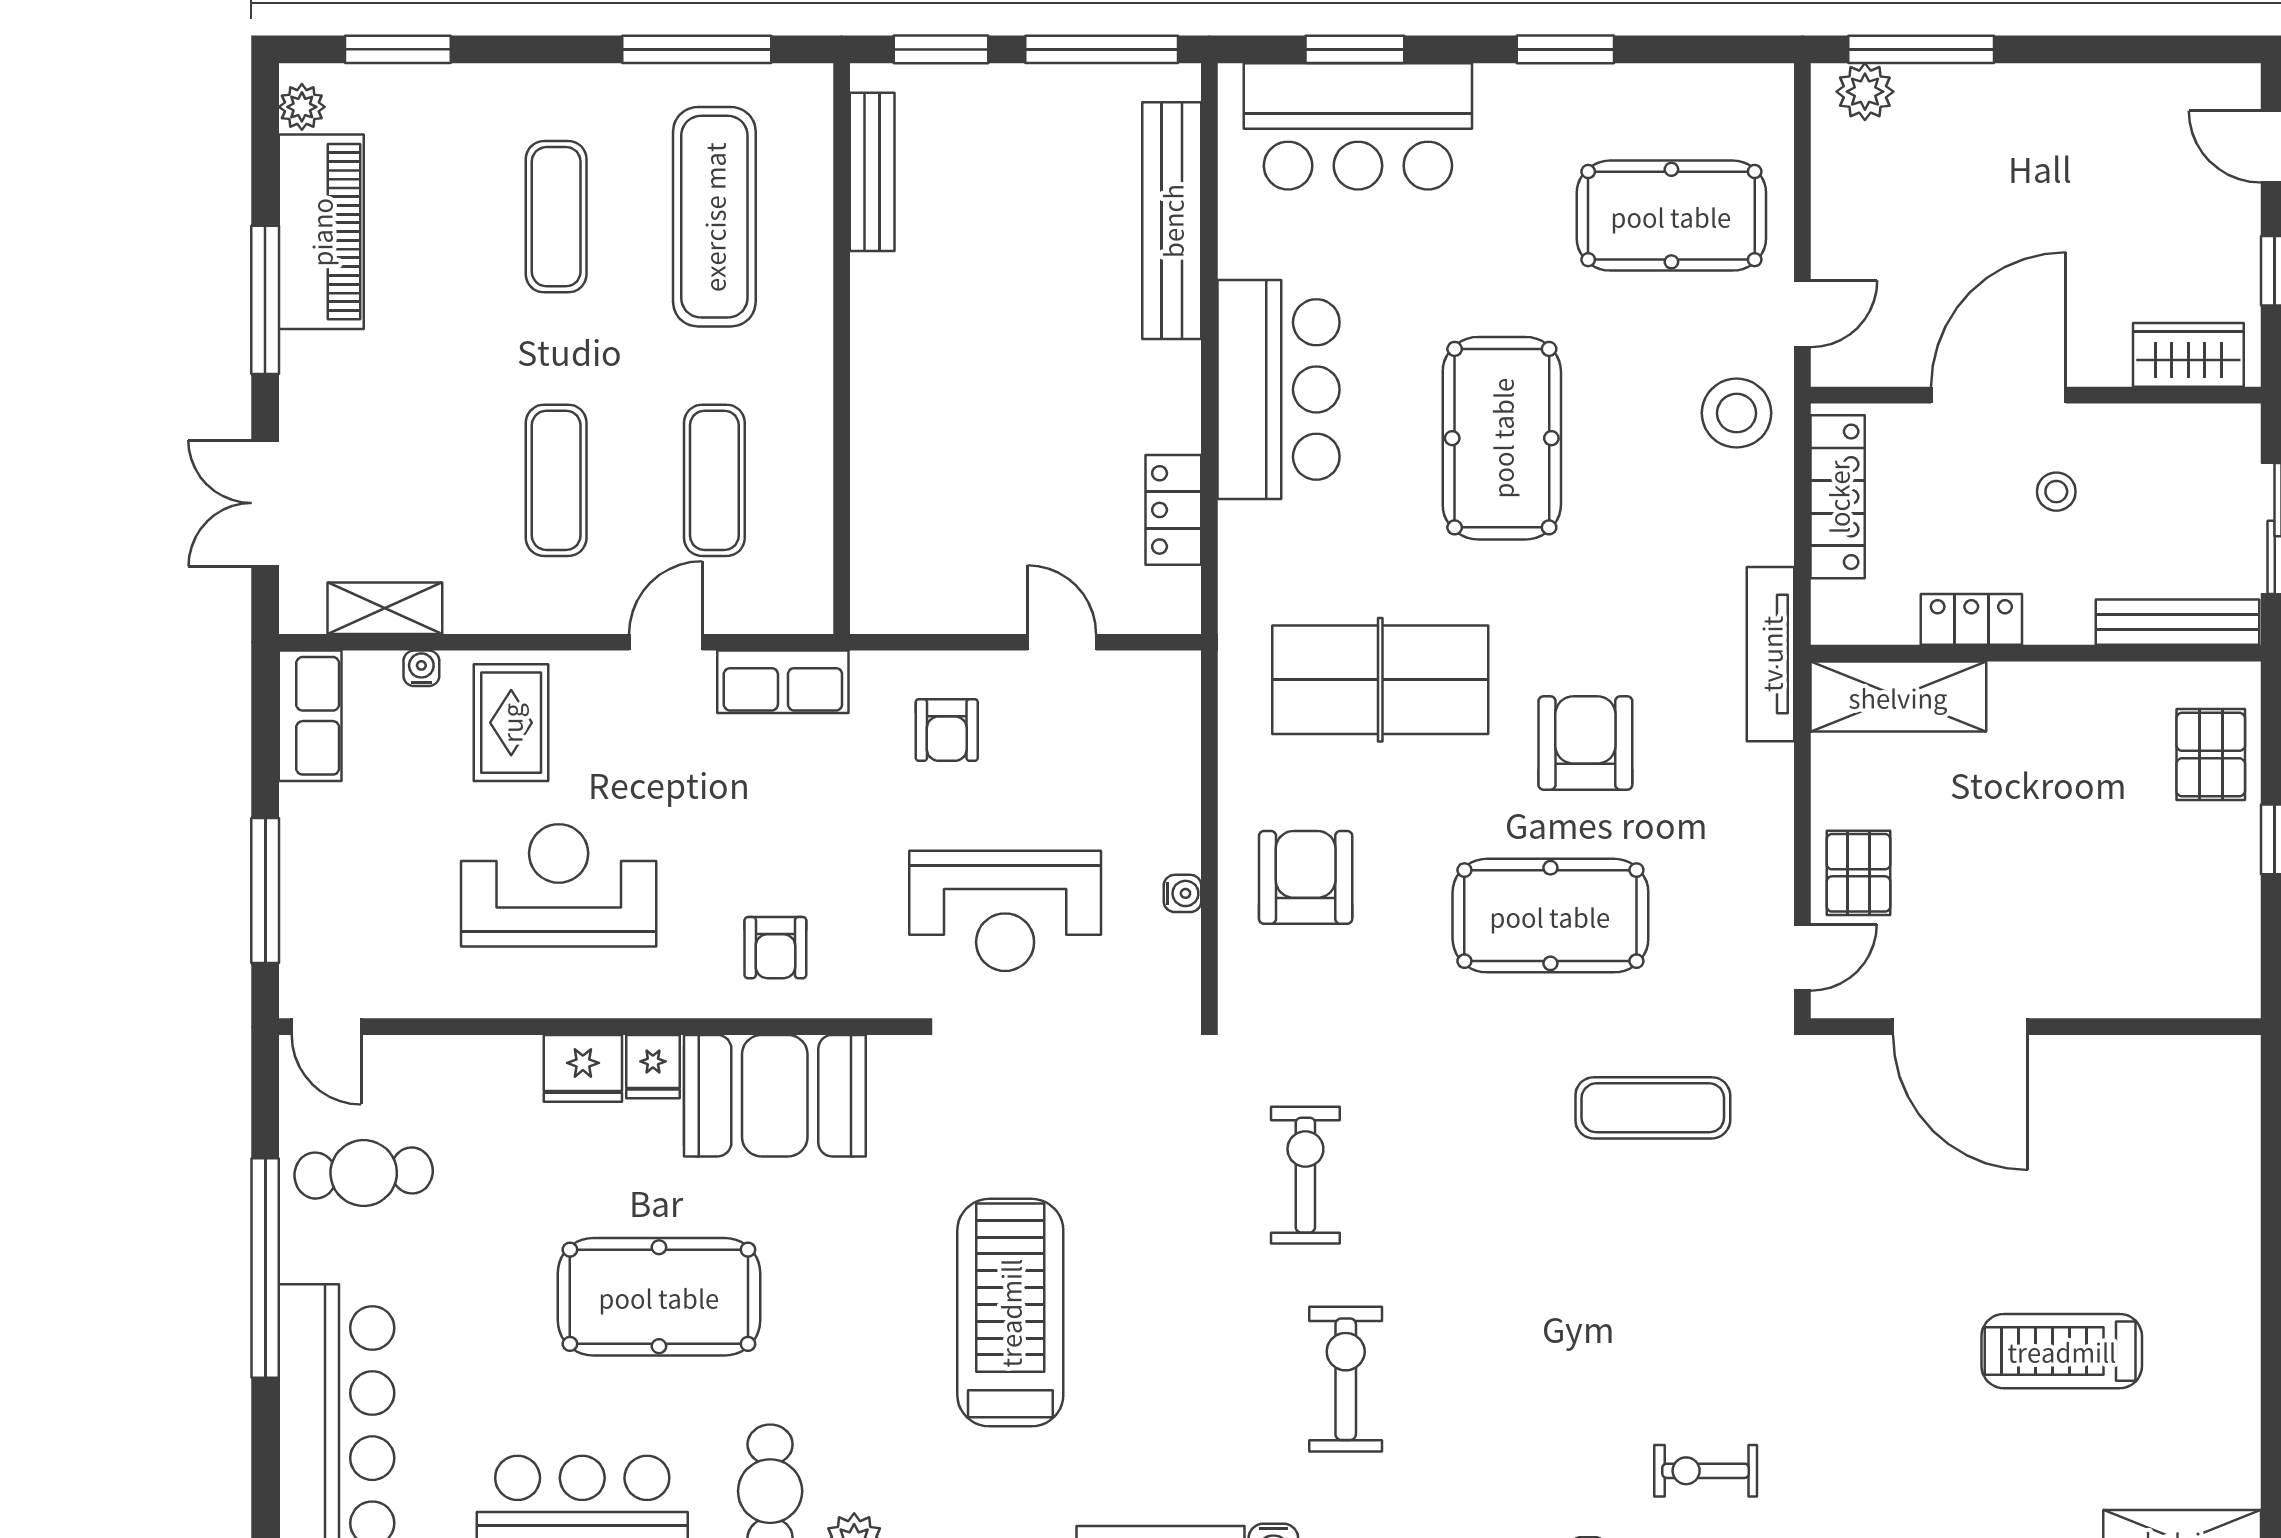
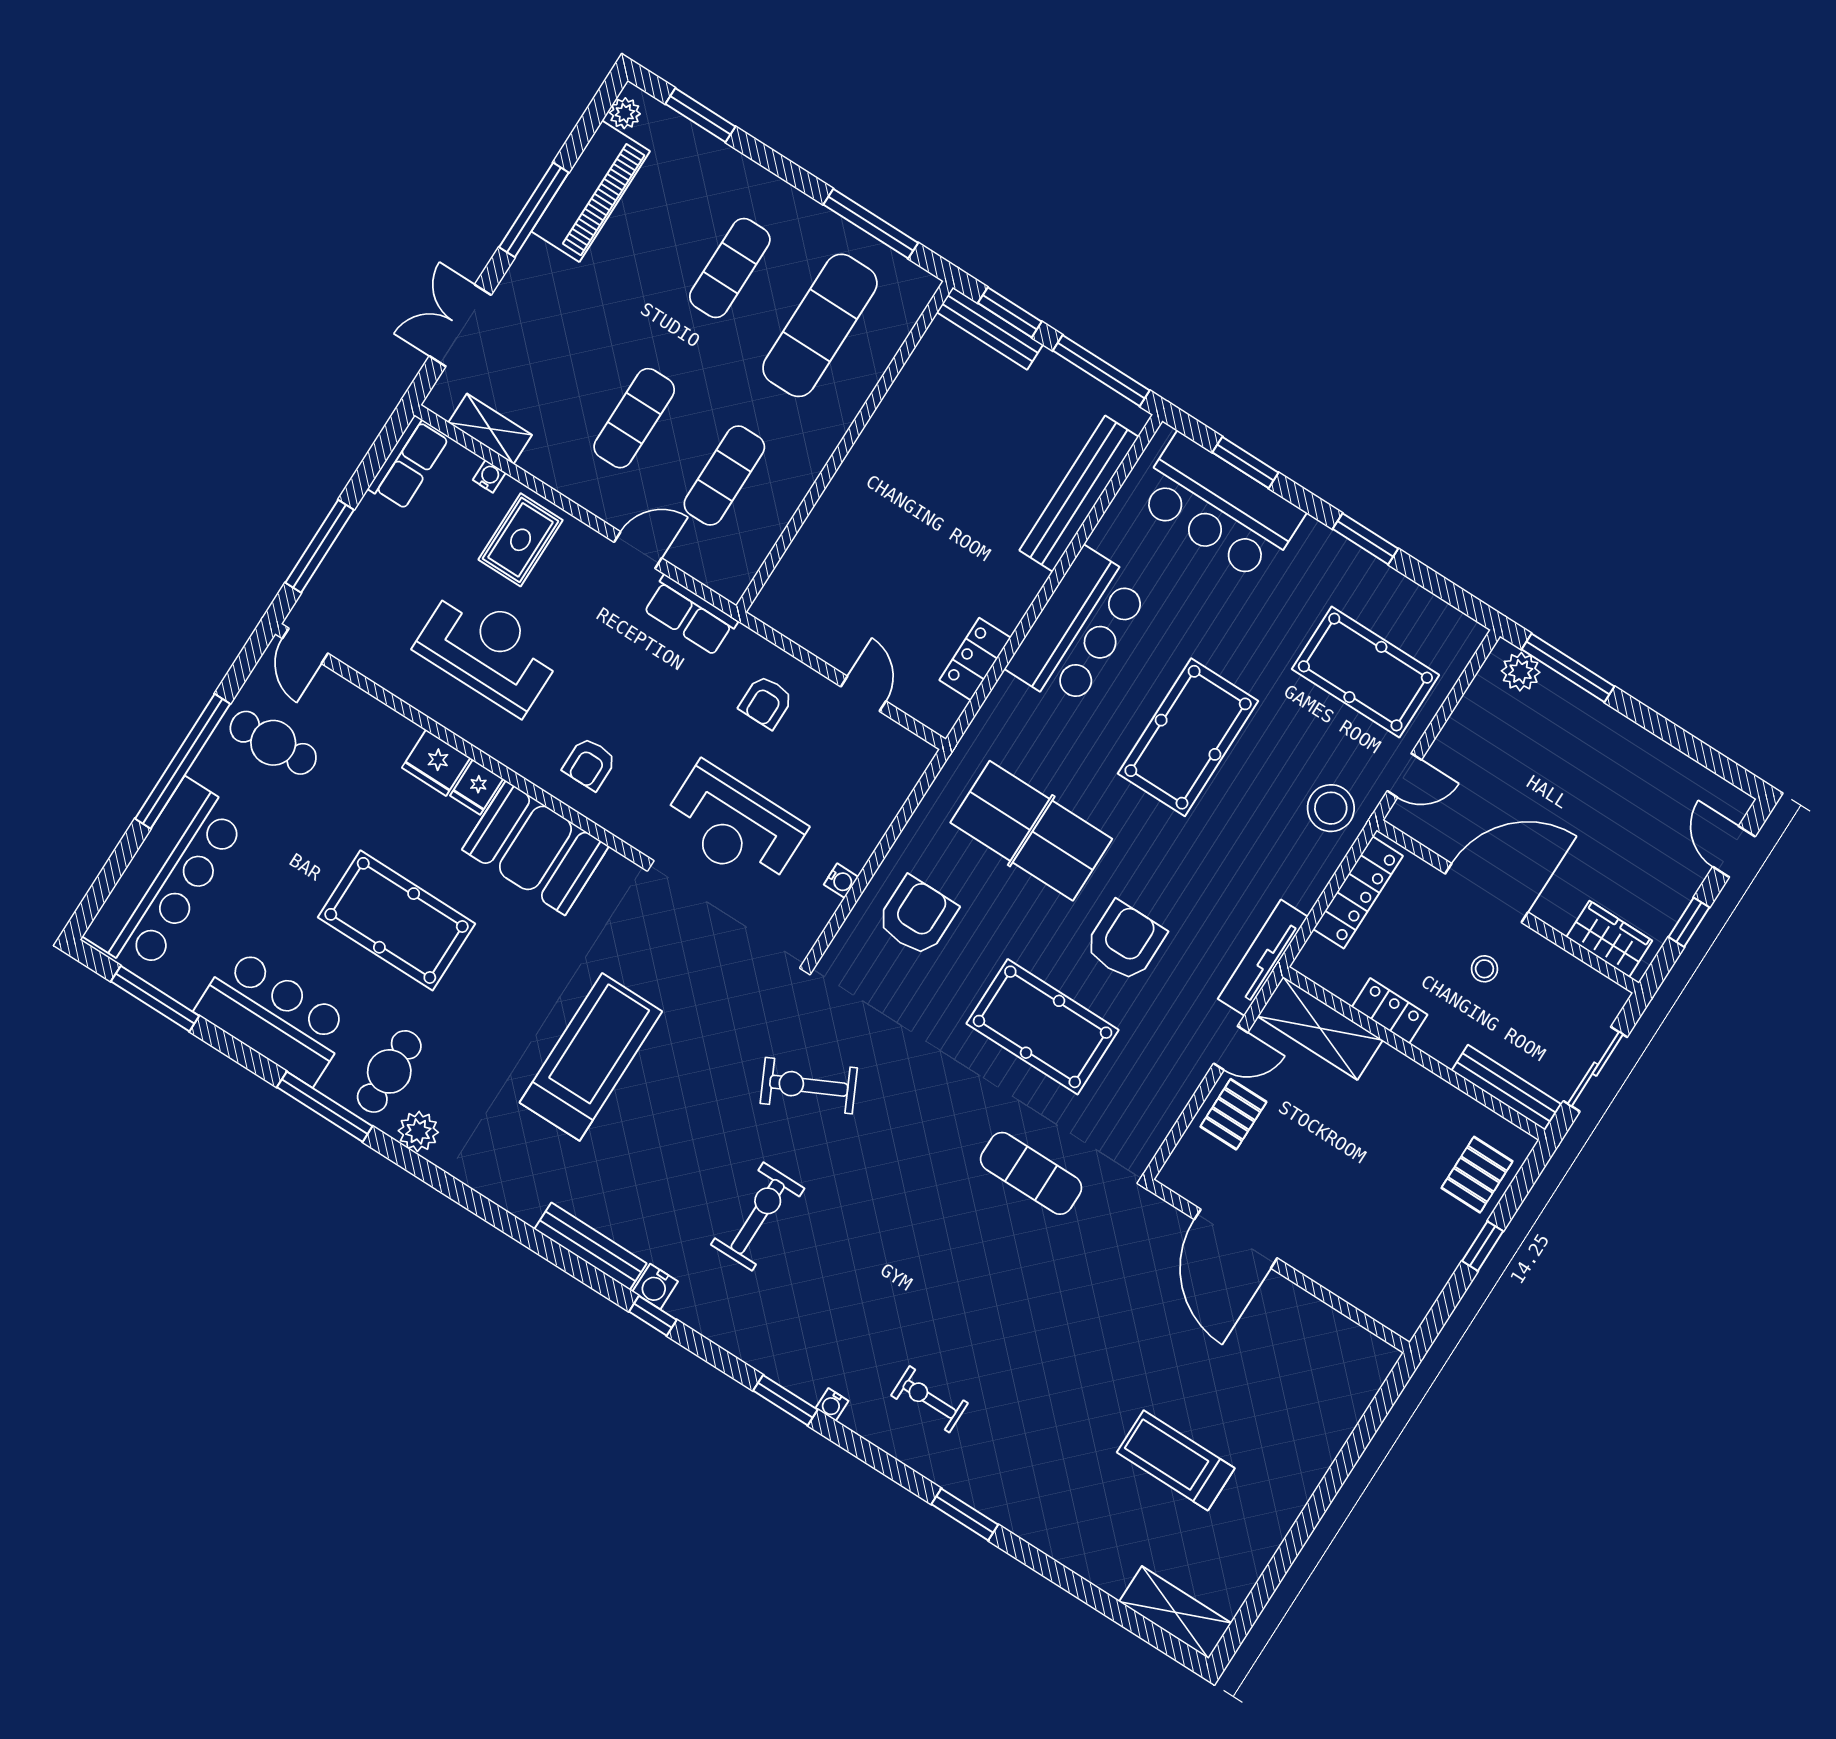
bench: (872, 172) -> (990, 328), moved, turned 90
door: (1802, 957) -> (1231, 1048), moved
exercise bike: (1305, 1175) -> (809, 1086), turned -116

